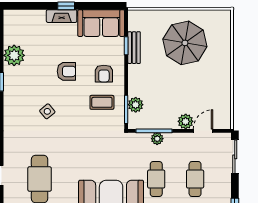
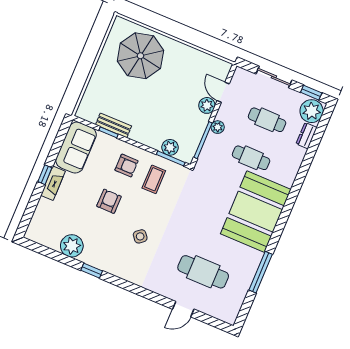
parasol: (185, 43) -> (140, 56), moved
plant: (157, 139) -> (218, 127), moved
sliding door: (235, 157) -> (274, 77), moved

